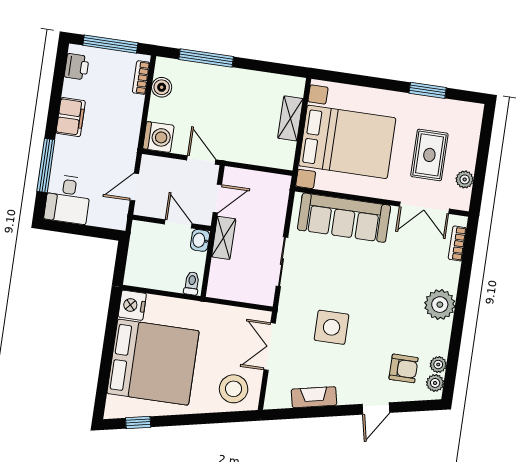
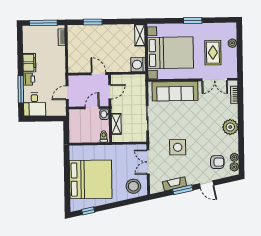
window: (206, 58) -> (93, 22), width x0.69
printer: (77, 67) -> (29, 79), moved
boiler: (162, 87) -> (73, 40), removed
window: (428, 90) -> (193, 20), moved
shelving: (290, 118) -> (140, 35), moved
washing machine: (158, 137) -> (138, 65), moved, turned 180
plant: (465, 179) -> (232, 43), moved
door: (178, 224) -> (92, 108), hinge flipped
shelving: (224, 238) -> (116, 124), moved
nightstand: (132, 305) -> (76, 152), removed
door: (376, 408) -> (207, 184), hinge flipped
window: (328, 411) -> (183, 190), added

